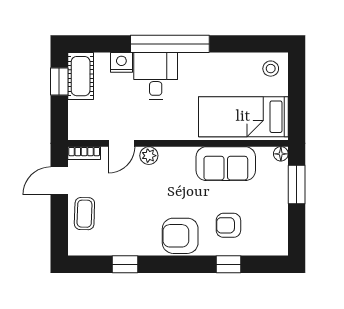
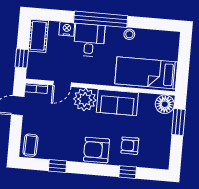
stool: (271, 69) -> (129, 34), moved
window: (59, 82) -> (22, 58), moved
floor lamp: (281, 154) -> (165, 104), width x1.89, depth x1.89
plant: (149, 156) -> (85, 99), width x1.88, depth x1.88
sofa: (226, 164) -> (117, 102), moved
coffee table: (84, 214) -> (30, 145), moved

